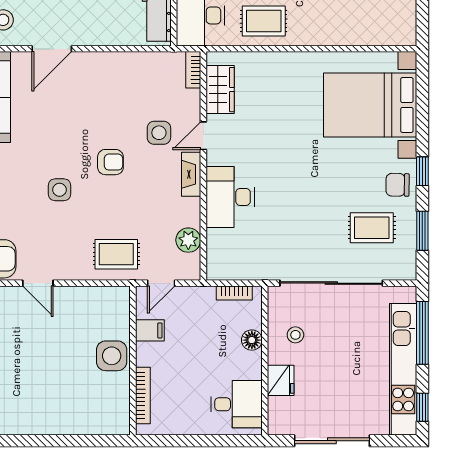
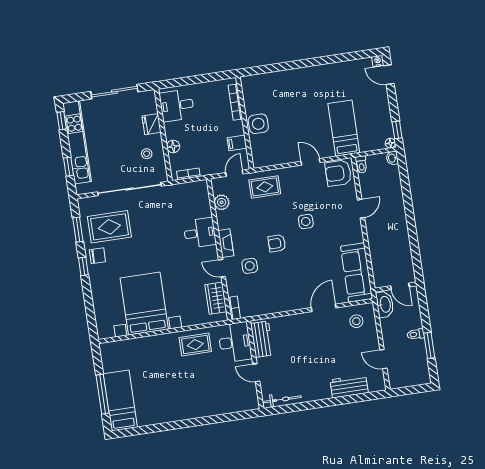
bed with nightstands: (370, 105) -> (144, 304), moved, turned -90
door: (203, 136) -> (222, 268), swing flipped
desk: (230, 197) -> (200, 233), width x0.73
rug: (372, 228) -> (109, 227), width x1.36, depth x1.43
window: (422, 333) -> (68, 167), width x0.46

